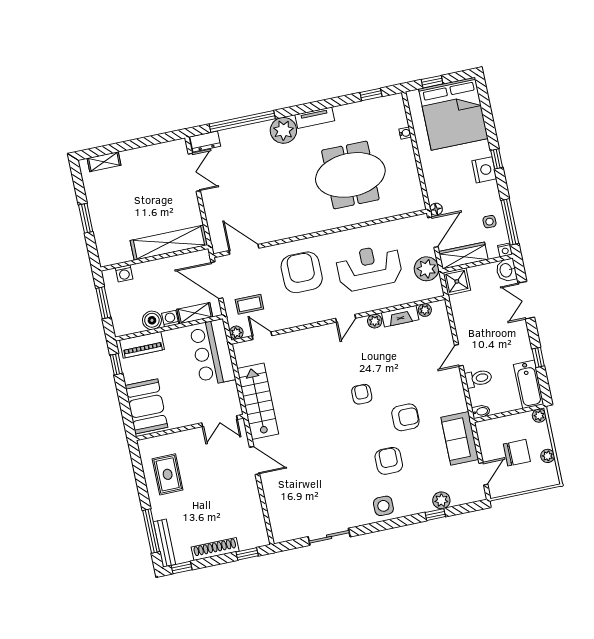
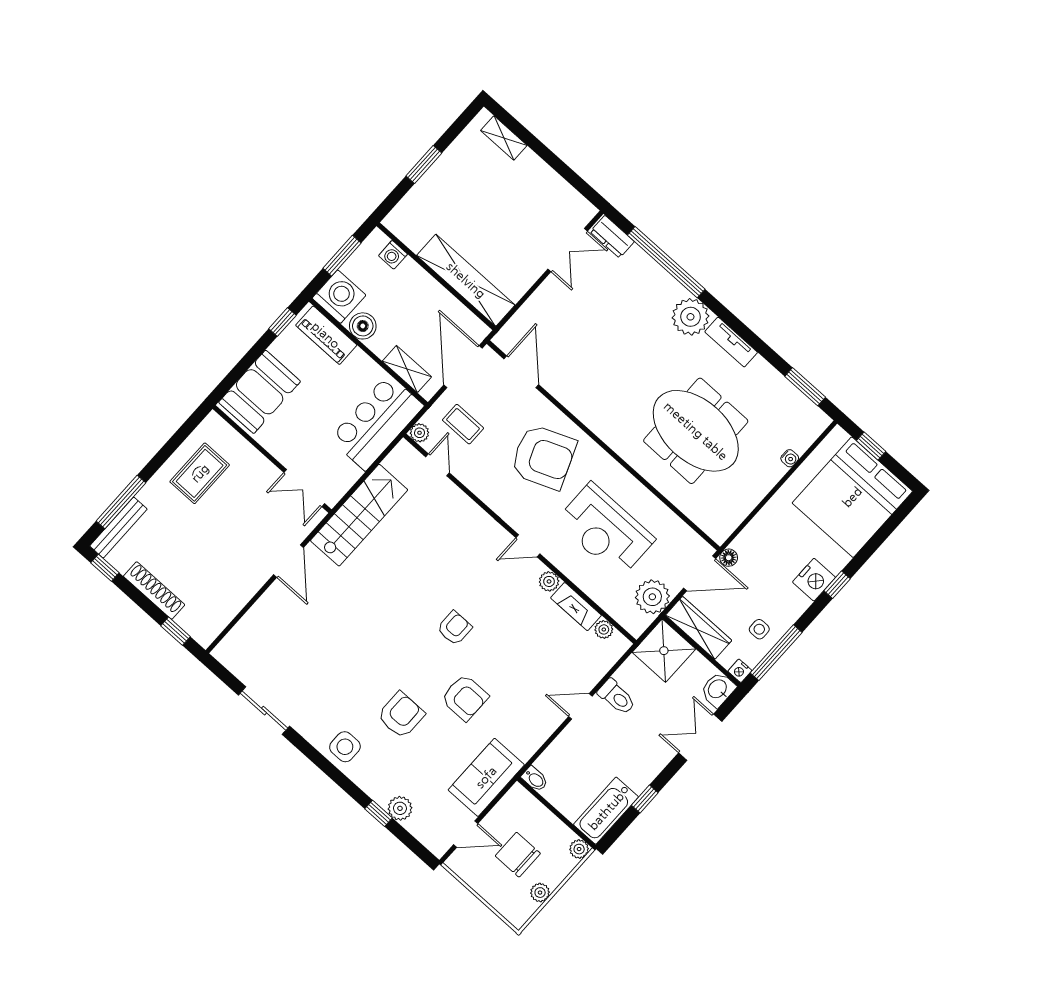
window: (371, 94) -> (805, 387), width x1.50
reception desk: (369, 268) -> (605, 530), turned 180
armchair: (302, 272) -> (543, 457), turned 68
shower: (457, 281) -> (664, 651), width x1.36, depth x1.36
washing machine: (170, 319) -> (339, 297), moved, width x1.89, depth x1.89
toilet: (478, 378) -> (617, 697), moved
chair: (517, 453) -> (518, 855), turned 180

